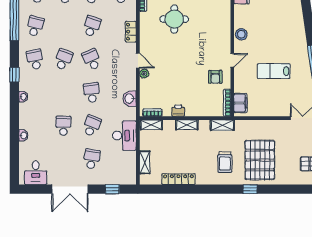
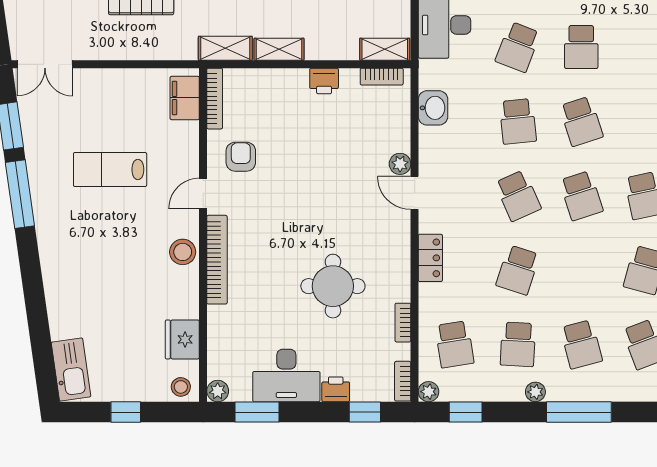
bookcase: (226, 31) -> (217, 260), added
school desk: (63, 59) -> (581, 196), turned -39
lab bench: (274, 71) -> (110, 170), turned 180
school desk: (63, 93) -> (581, 121), added
shelving: (187, 125) -> (279, 49), moved

